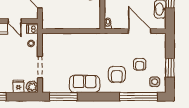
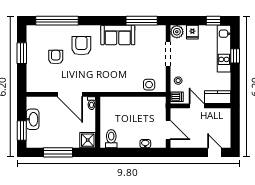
door: (140, 31) -> (70, 94), moved
side table: (155, 82) -> (149, 85), moved

